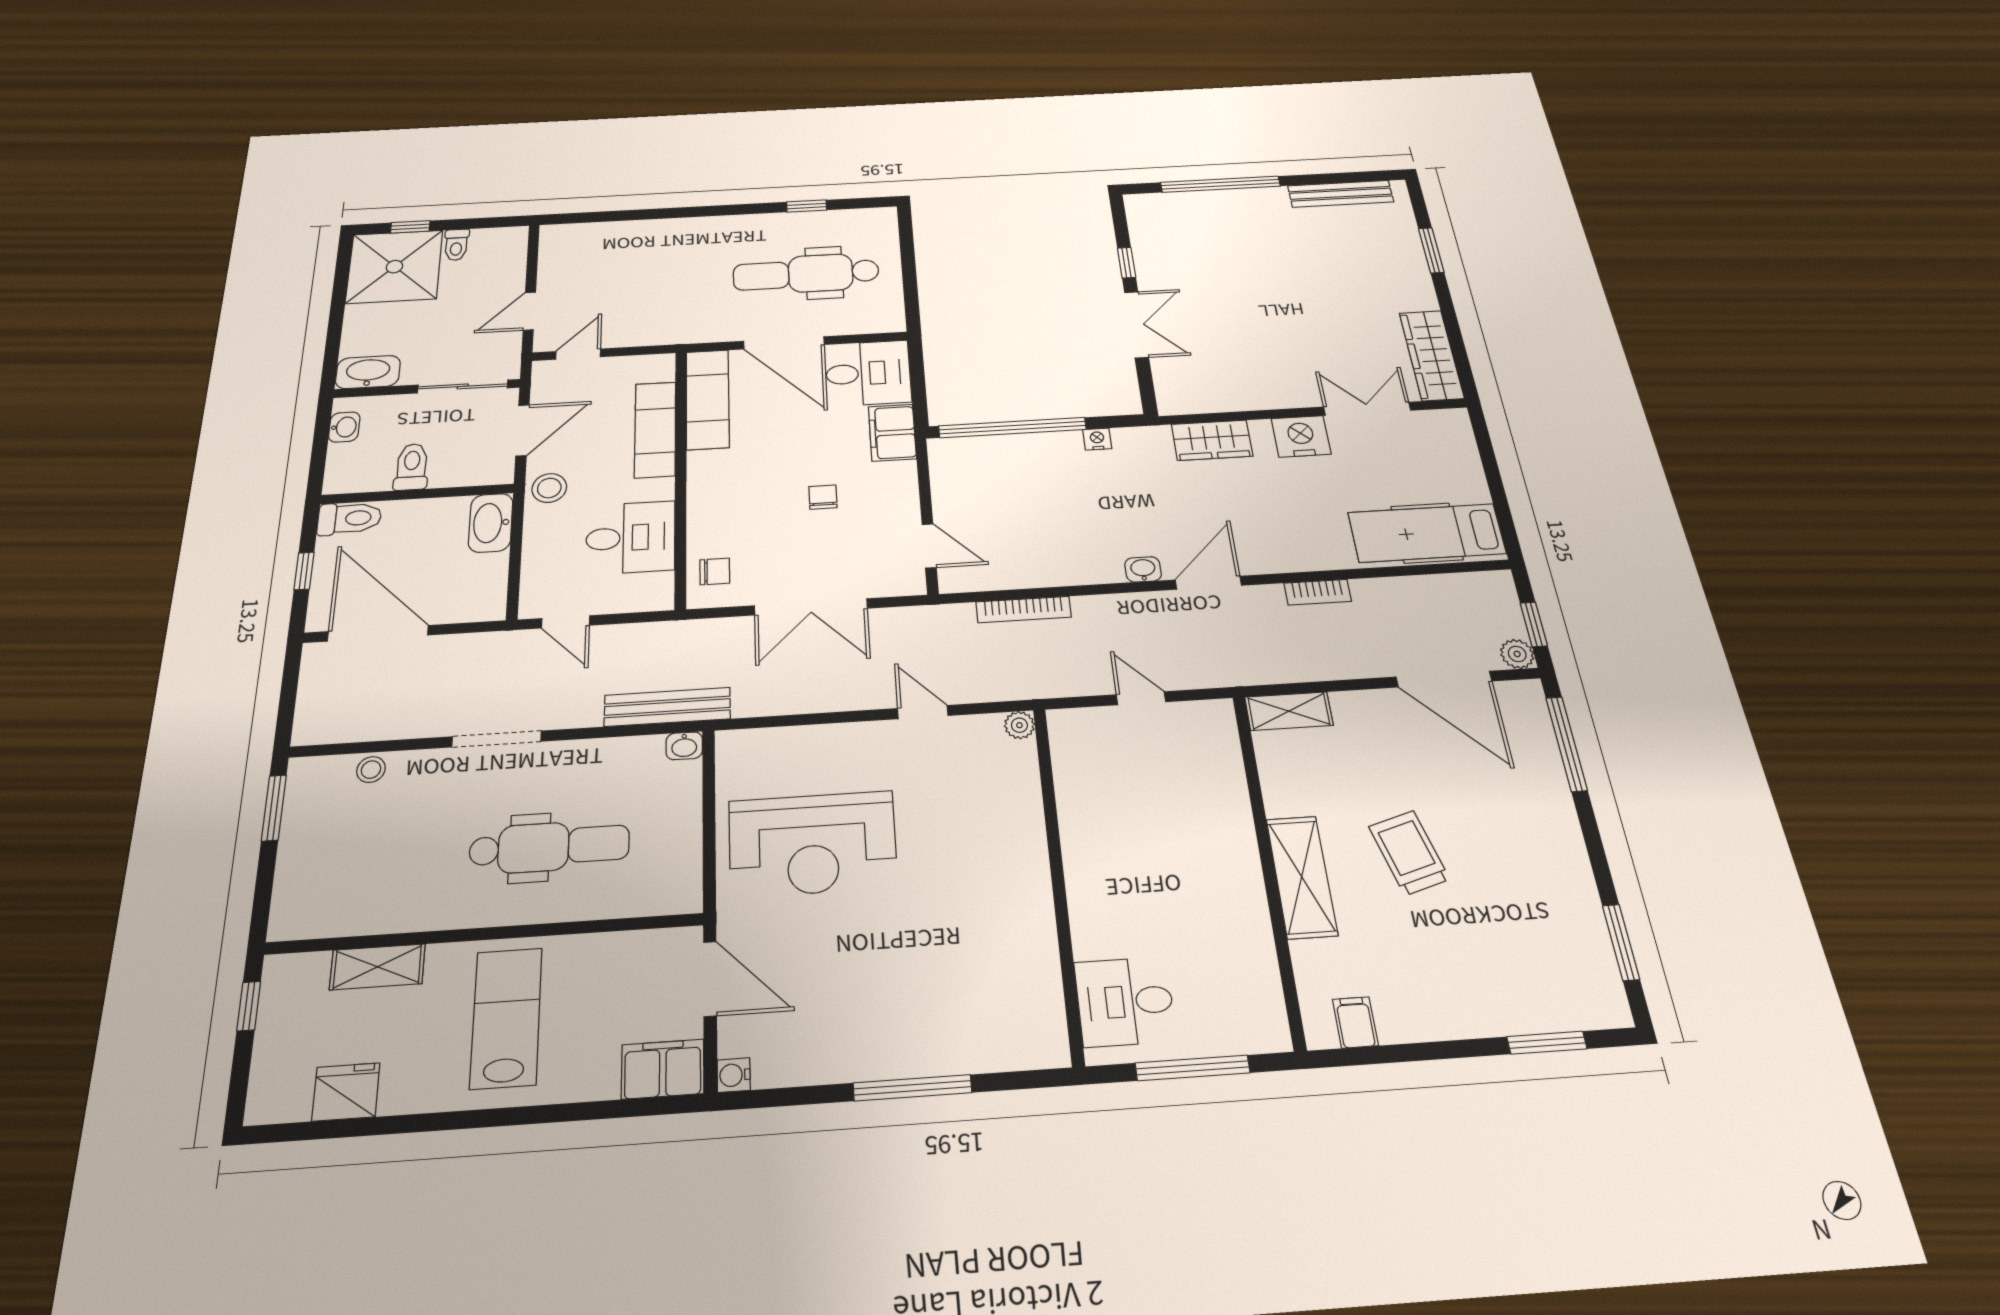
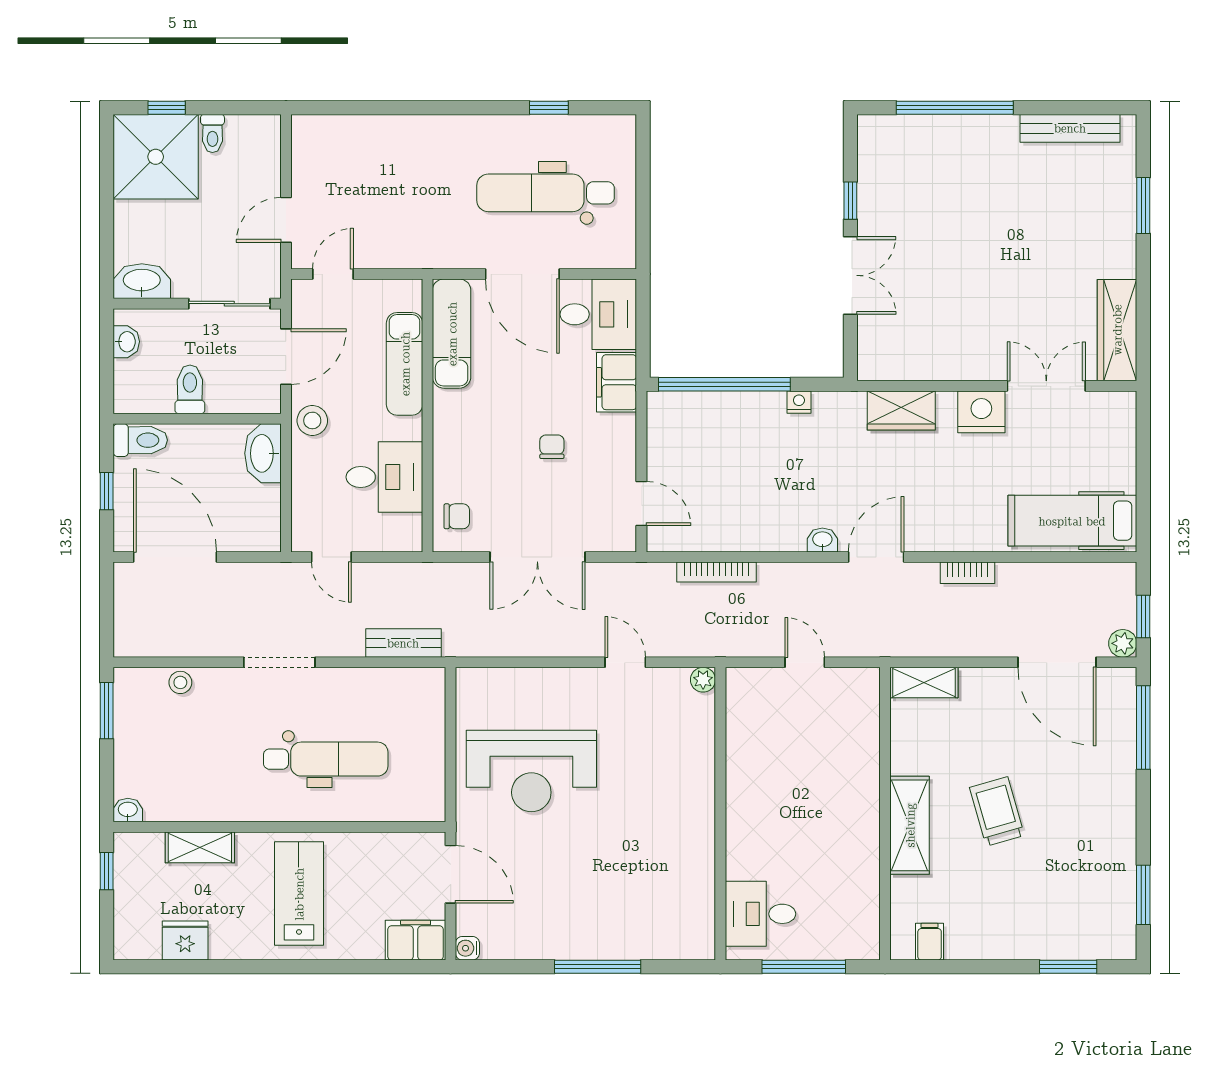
bench: (667, 707) -> (403, 643), width x0.73
washbasin: (684, 746) -> (128, 810), moved, turned 180

